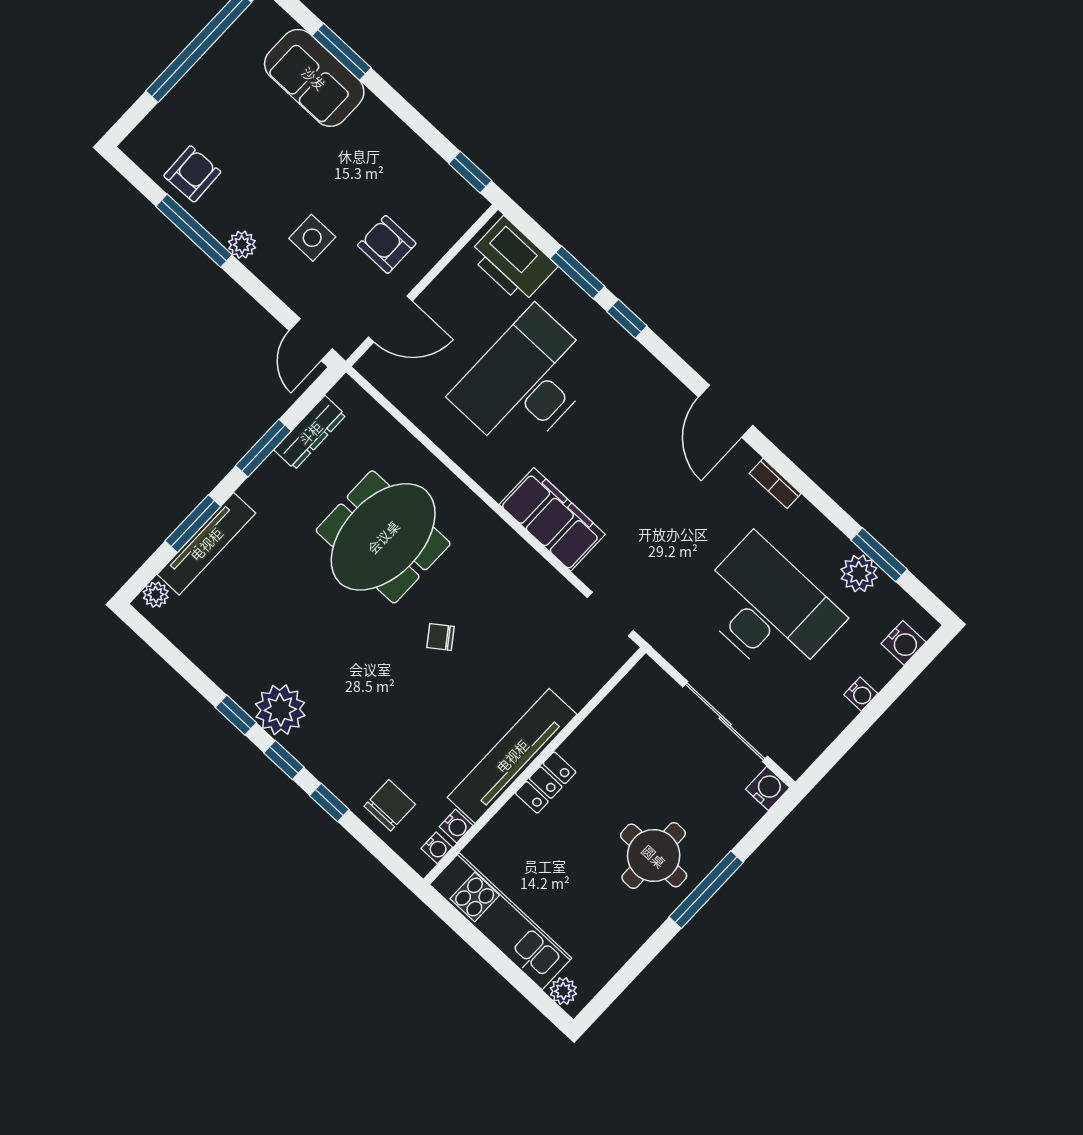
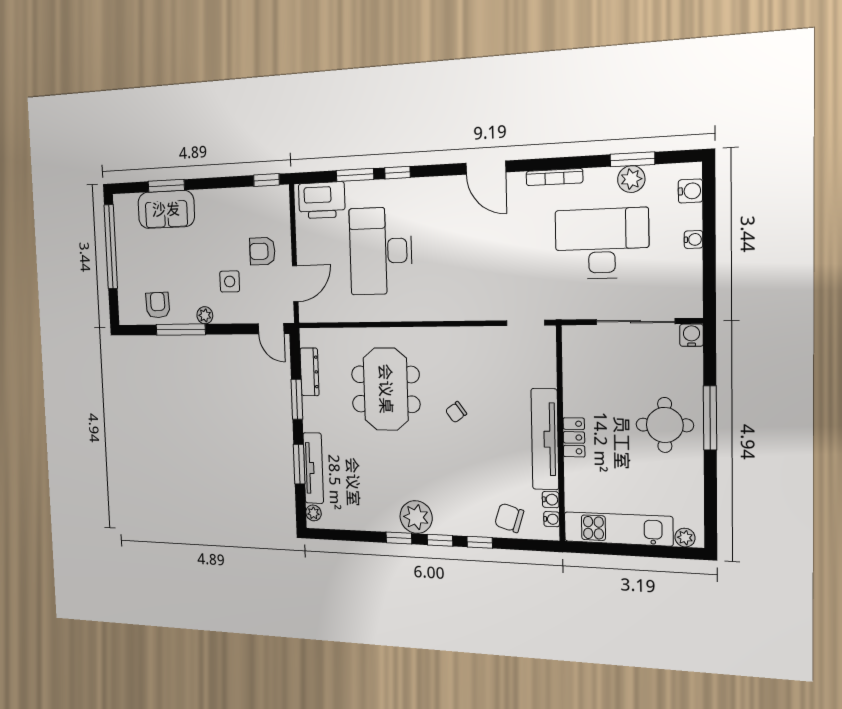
bookcase: (775, 483) -> (554, 177), width x1.56
filing cabinet: (552, 519) -> (454, 304), removed
chair: (390, 805) -> (509, 518), turned -73

